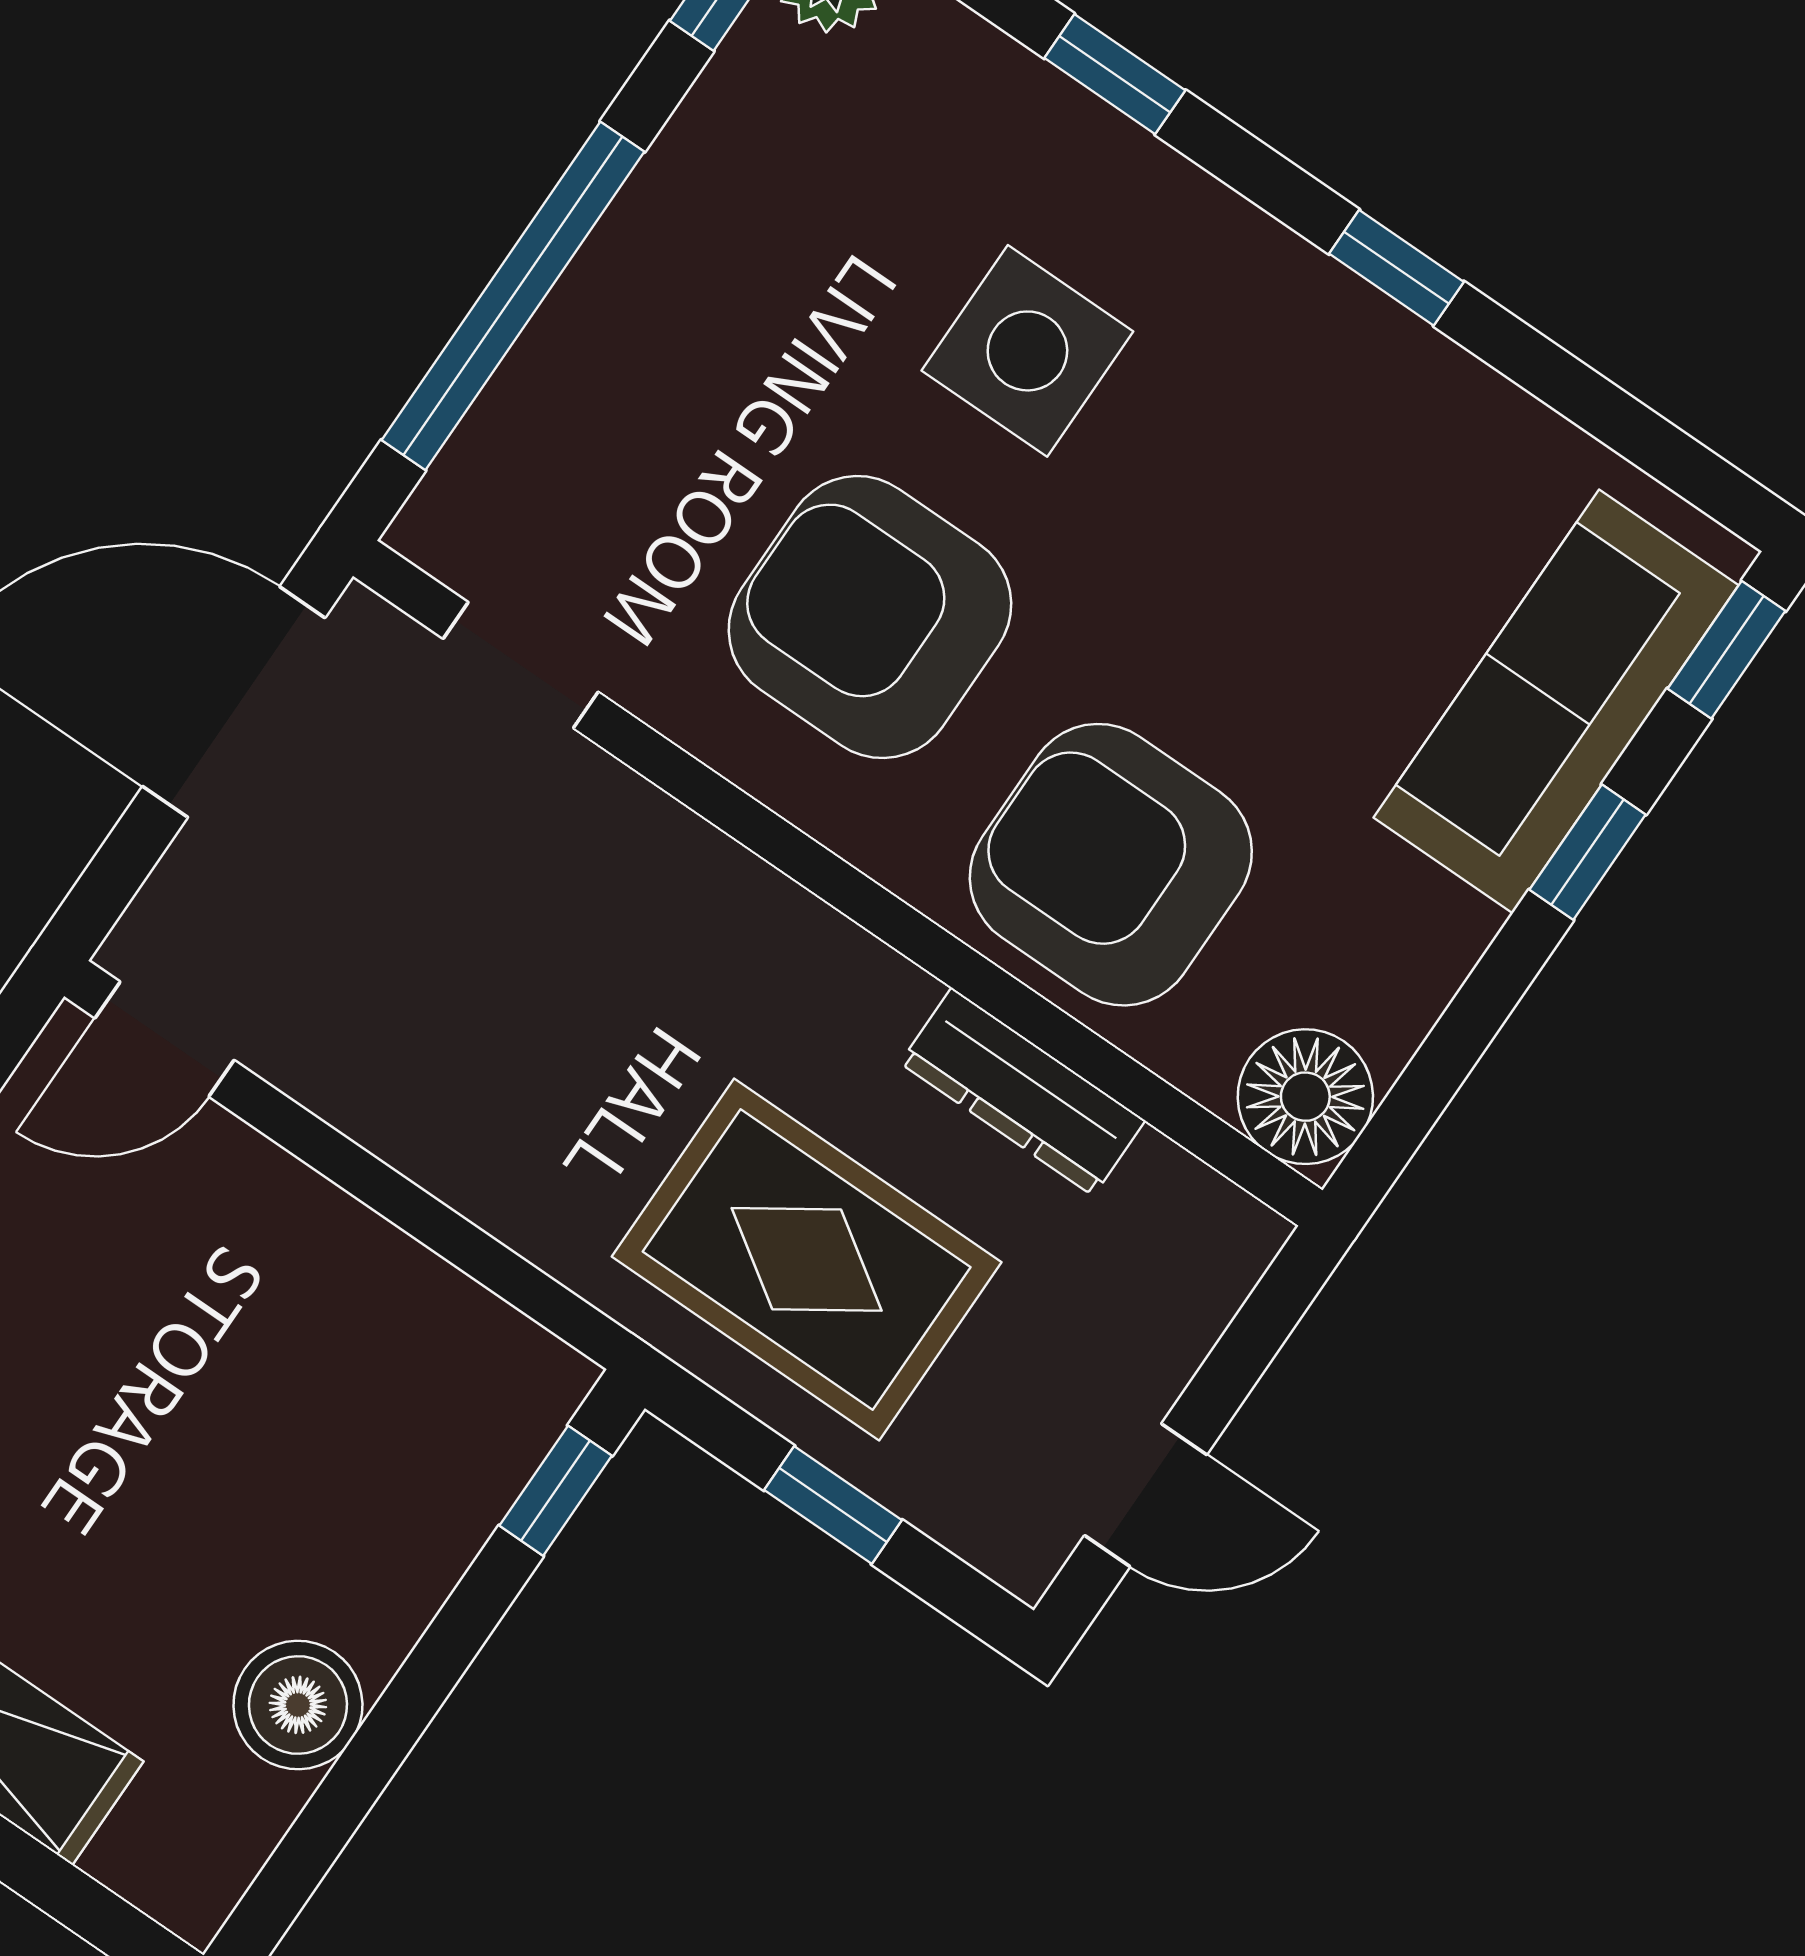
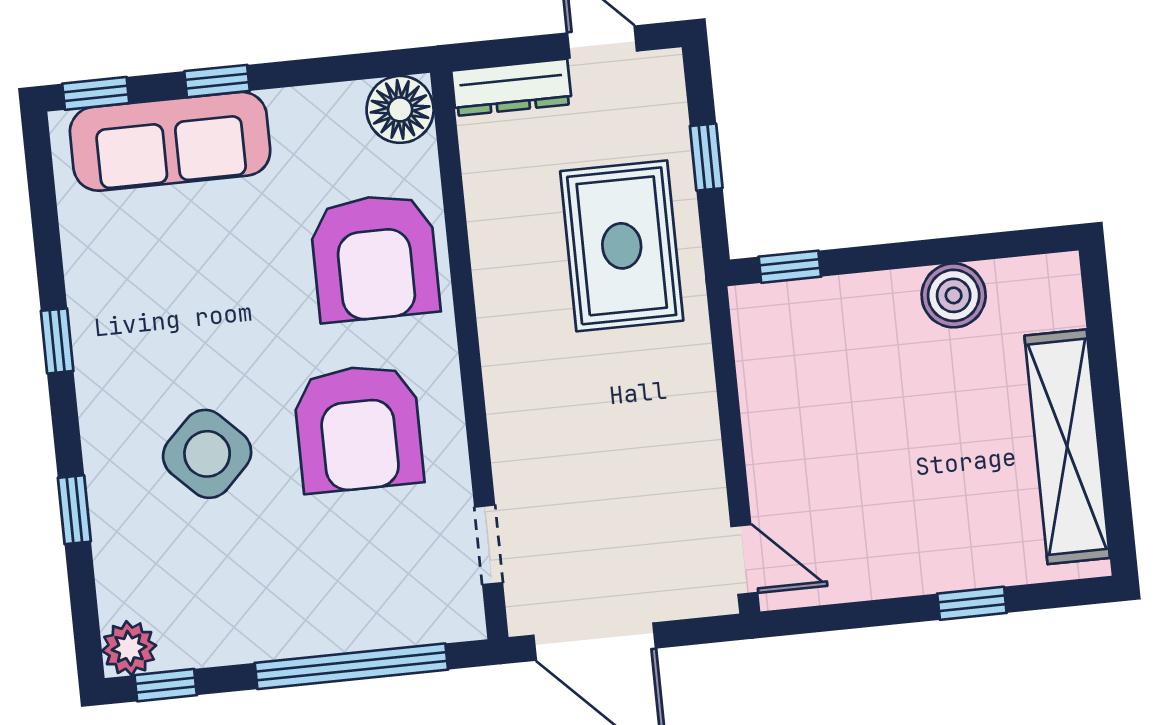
side table: (1027, 351) -> (207, 454), turned 45
dresser: (1023, 1092) -> (511, 87), moved, turned 90

